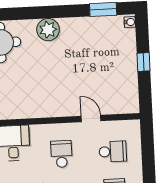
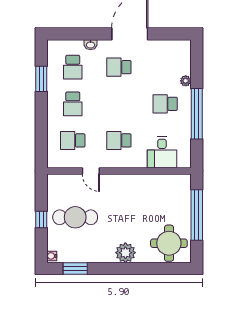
cafe table: (106, 66) -> (75, 217), added
school desk: (61, 154) -> (119, 140), turned 90

